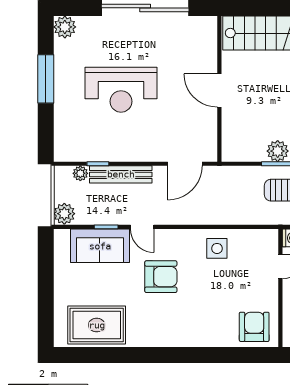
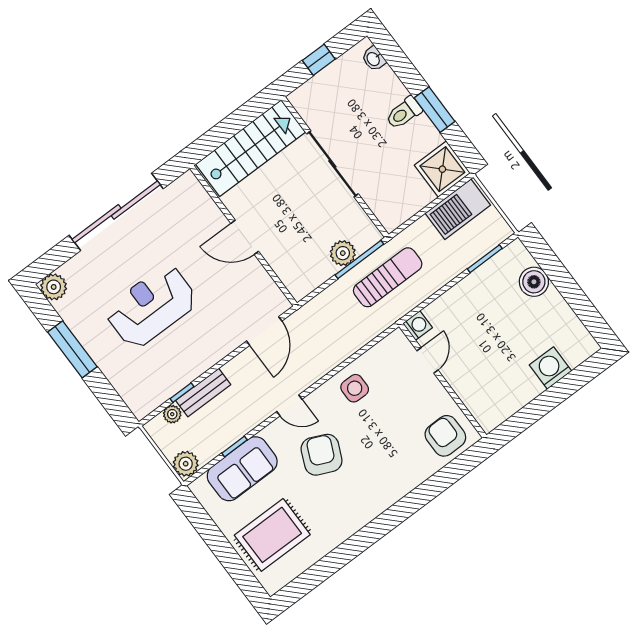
reception desk: (121, 90) -> (151, 306), turned 180
bench: (121, 174) -> (203, 393), width x0.73
door: (142, 227) -> (289, 405), moved
armchair: (161, 277) -> (322, 455), turned -66
rug: (97, 325) -> (272, 535), moved

